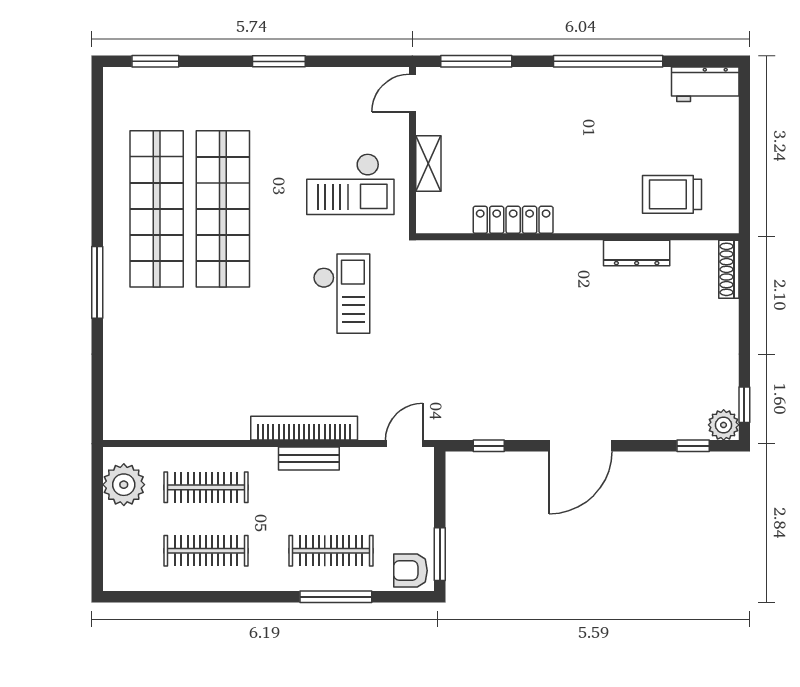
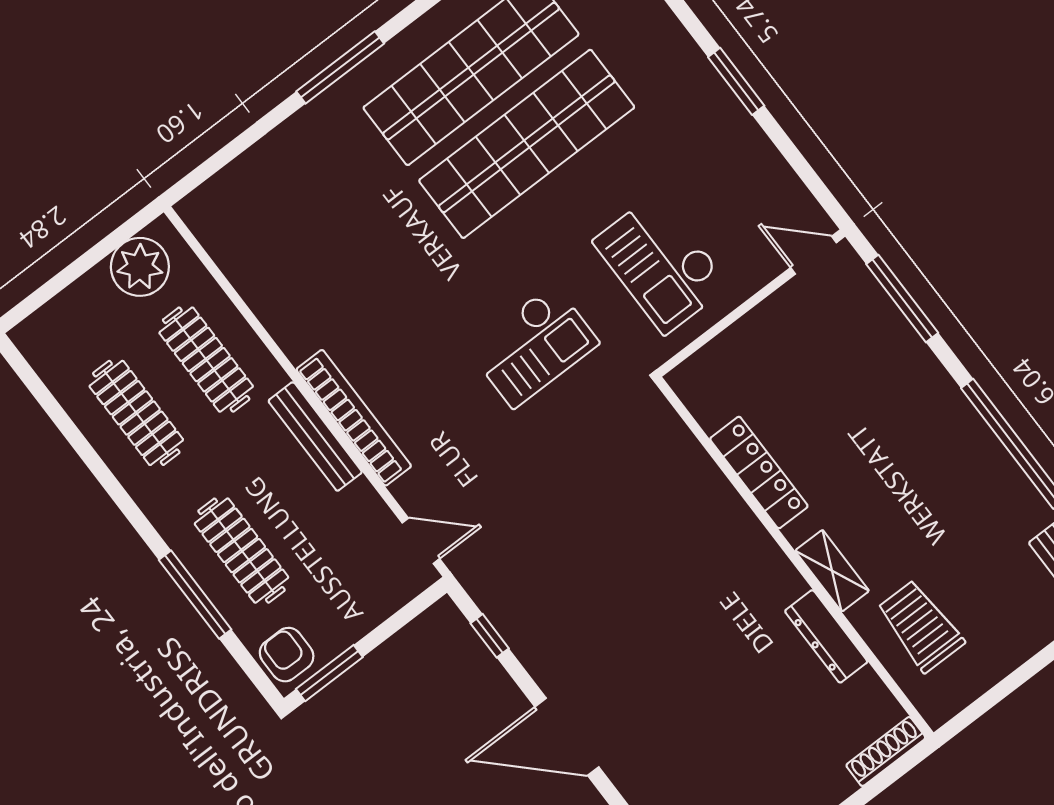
shelving: (428, 163) -> (832, 571), moved, turned 90
bench: (309, 459) -> (315, 436), width x1.36

